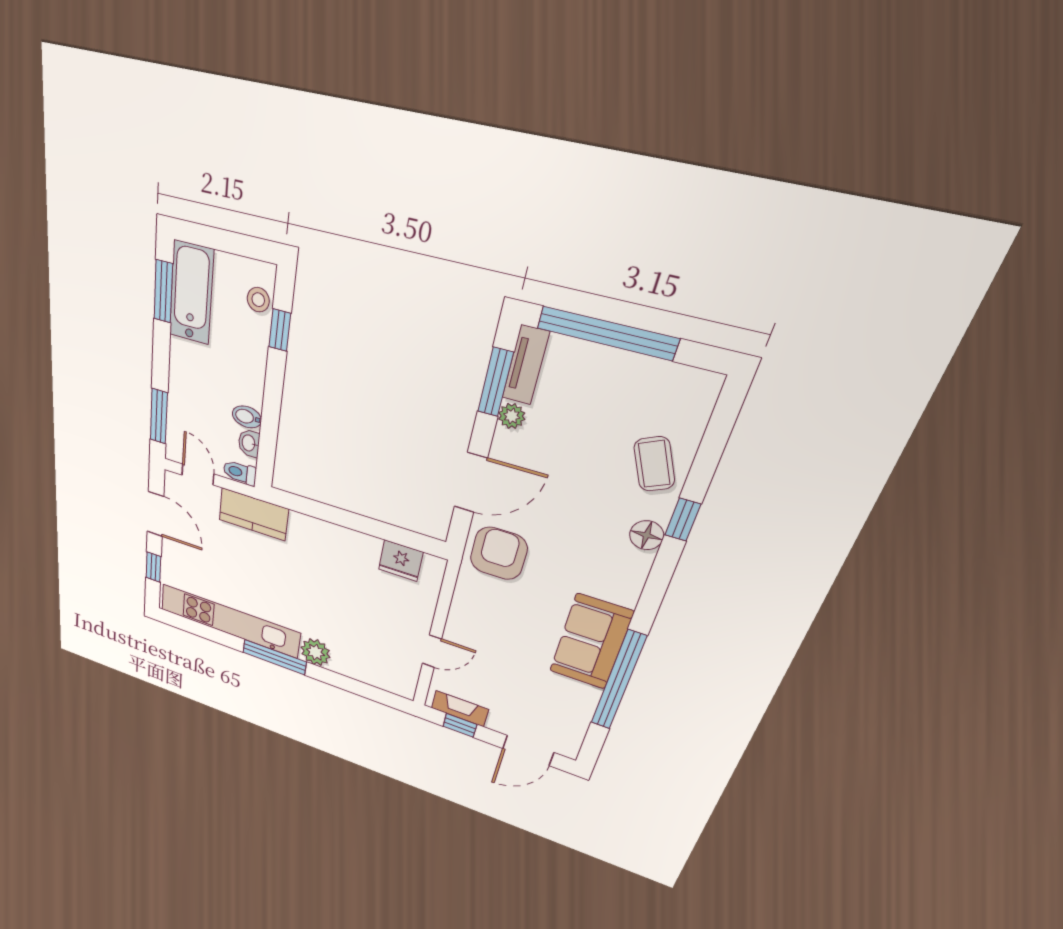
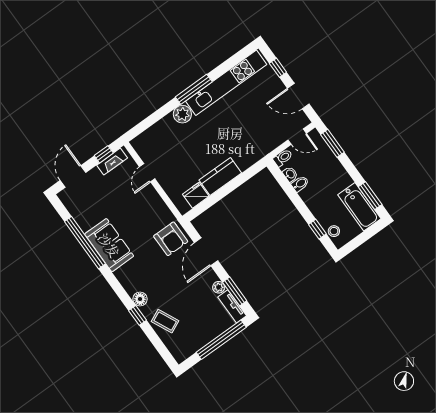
kitchen counter: (254, 514) -> (220, 177), moved

